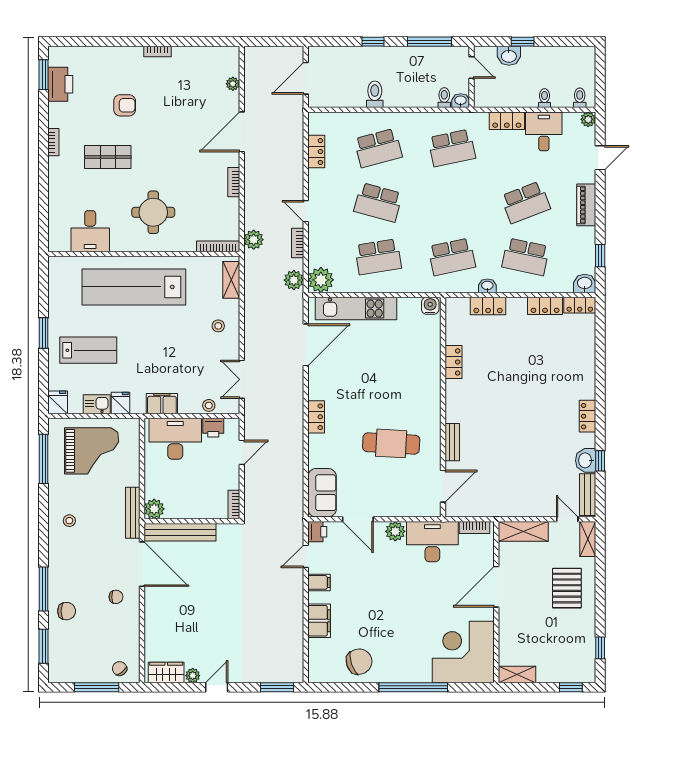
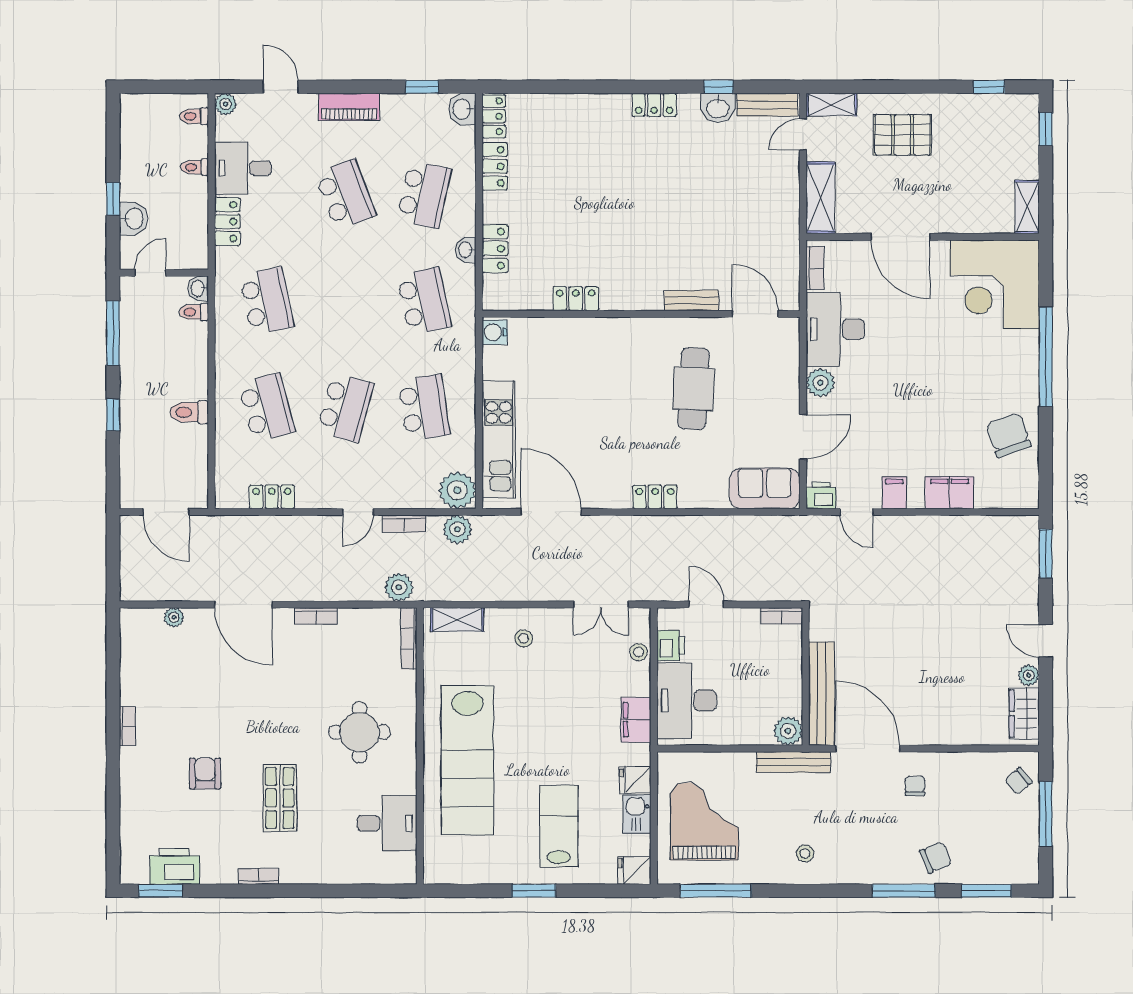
door: (142, 564) -> (868, 749), hinge flipped
chair: (67, 611) -> (936, 857), turned 67

